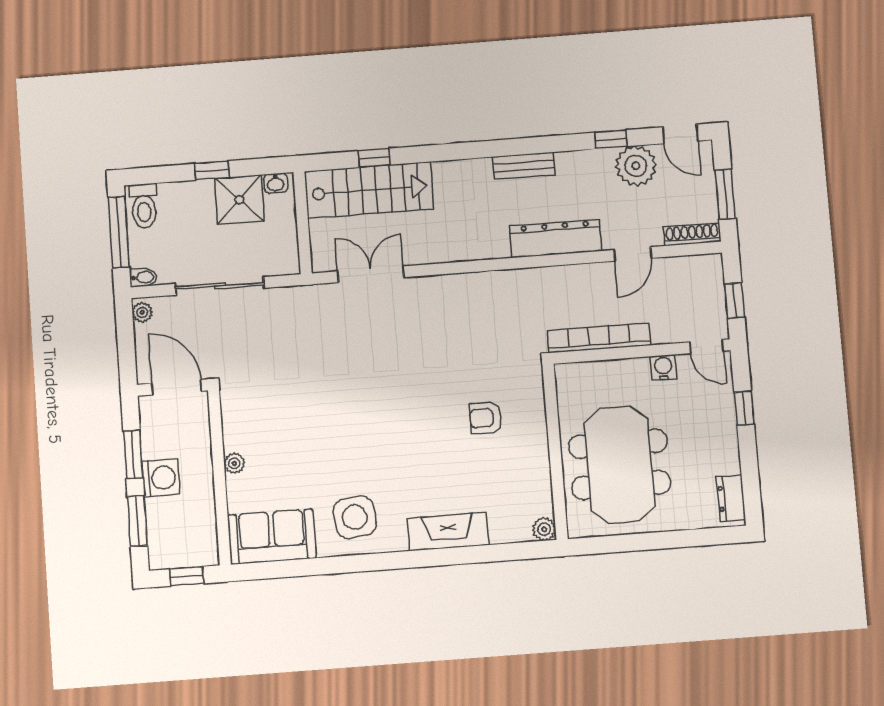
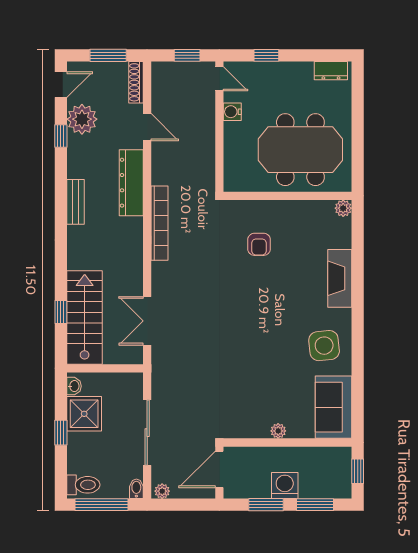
bookcase: (599, 338) -> (160, 223), moved, turned 180
door: (707, 347) -> (219, 79), hinge flipped

